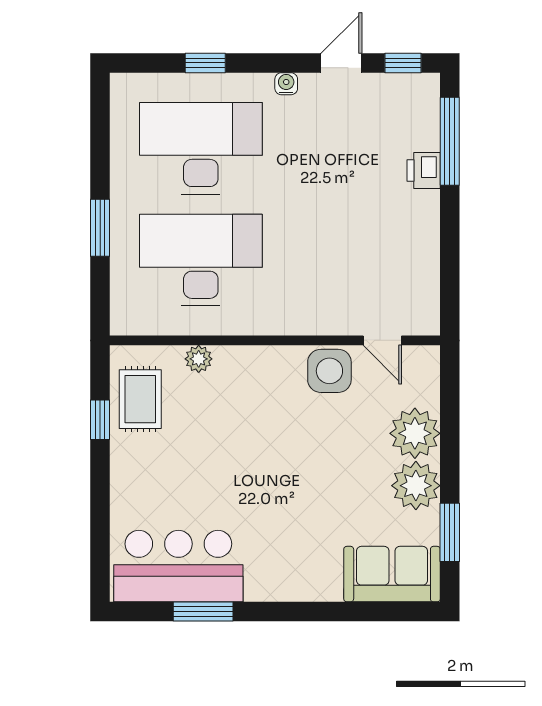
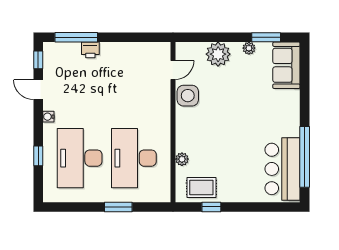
plant: (416, 486) -> (249, 48), width x0.53, depth x0.53
window: (203, 611) -> (305, 157), width x2.11

